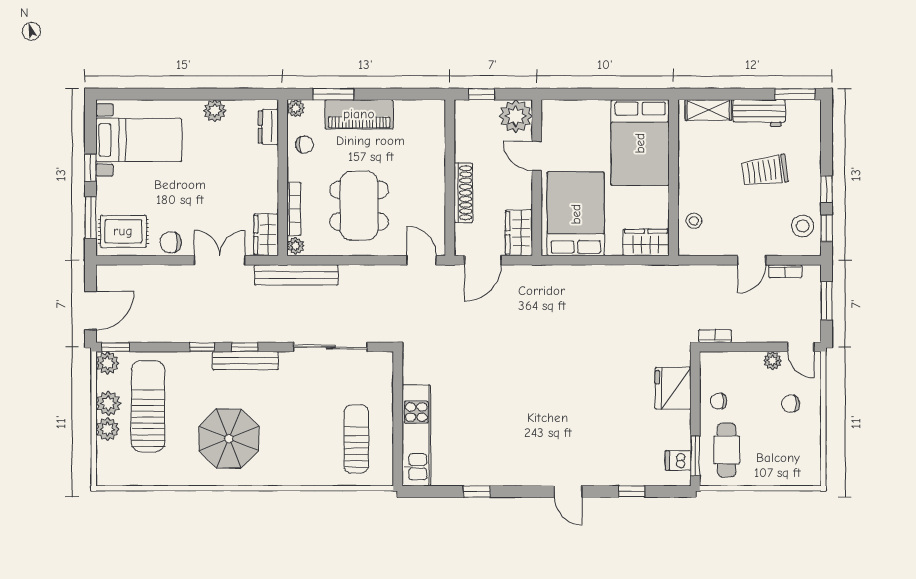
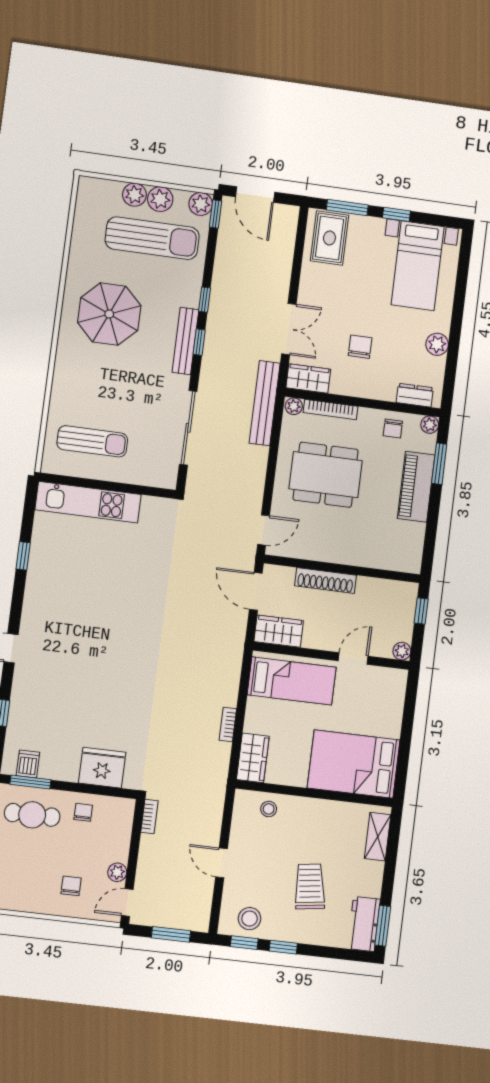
workbench: (759, 113) -> (364, 924), moved
plant: (516, 116) -> (402, 651), width x0.53, depth x0.53
bed: (576, 214) -> (292, 681), width x0.67
chair: (170, 242) -> (360, 347), moved
bookcase: (785, 271) -> (228, 725), moved

